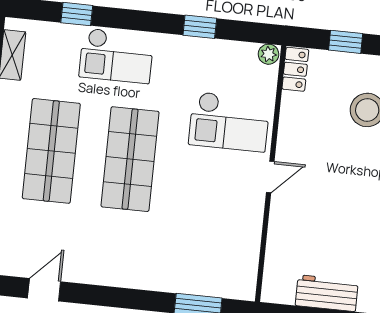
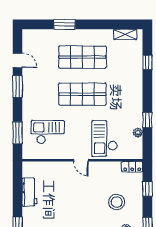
plant: (268, 54) -> (138, 132), moved
checkout: (116, 56) -> (48, 132), moved, turned 90
window: (100, 296) -> (18, 87), added

